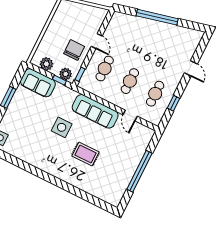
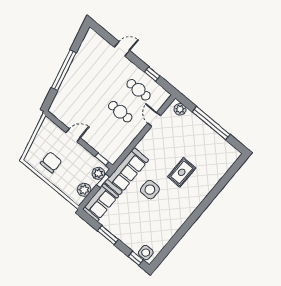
chair: (74, 50) -> (51, 162), moved, turned 90
cafe table: (105, 68) -> (102, 134), removed
sofa: (95, 111) -> (127, 171), moved
door: (130, 115) -> (154, 119), swing flipped
plant: (146, 138) -> (180, 109), added

